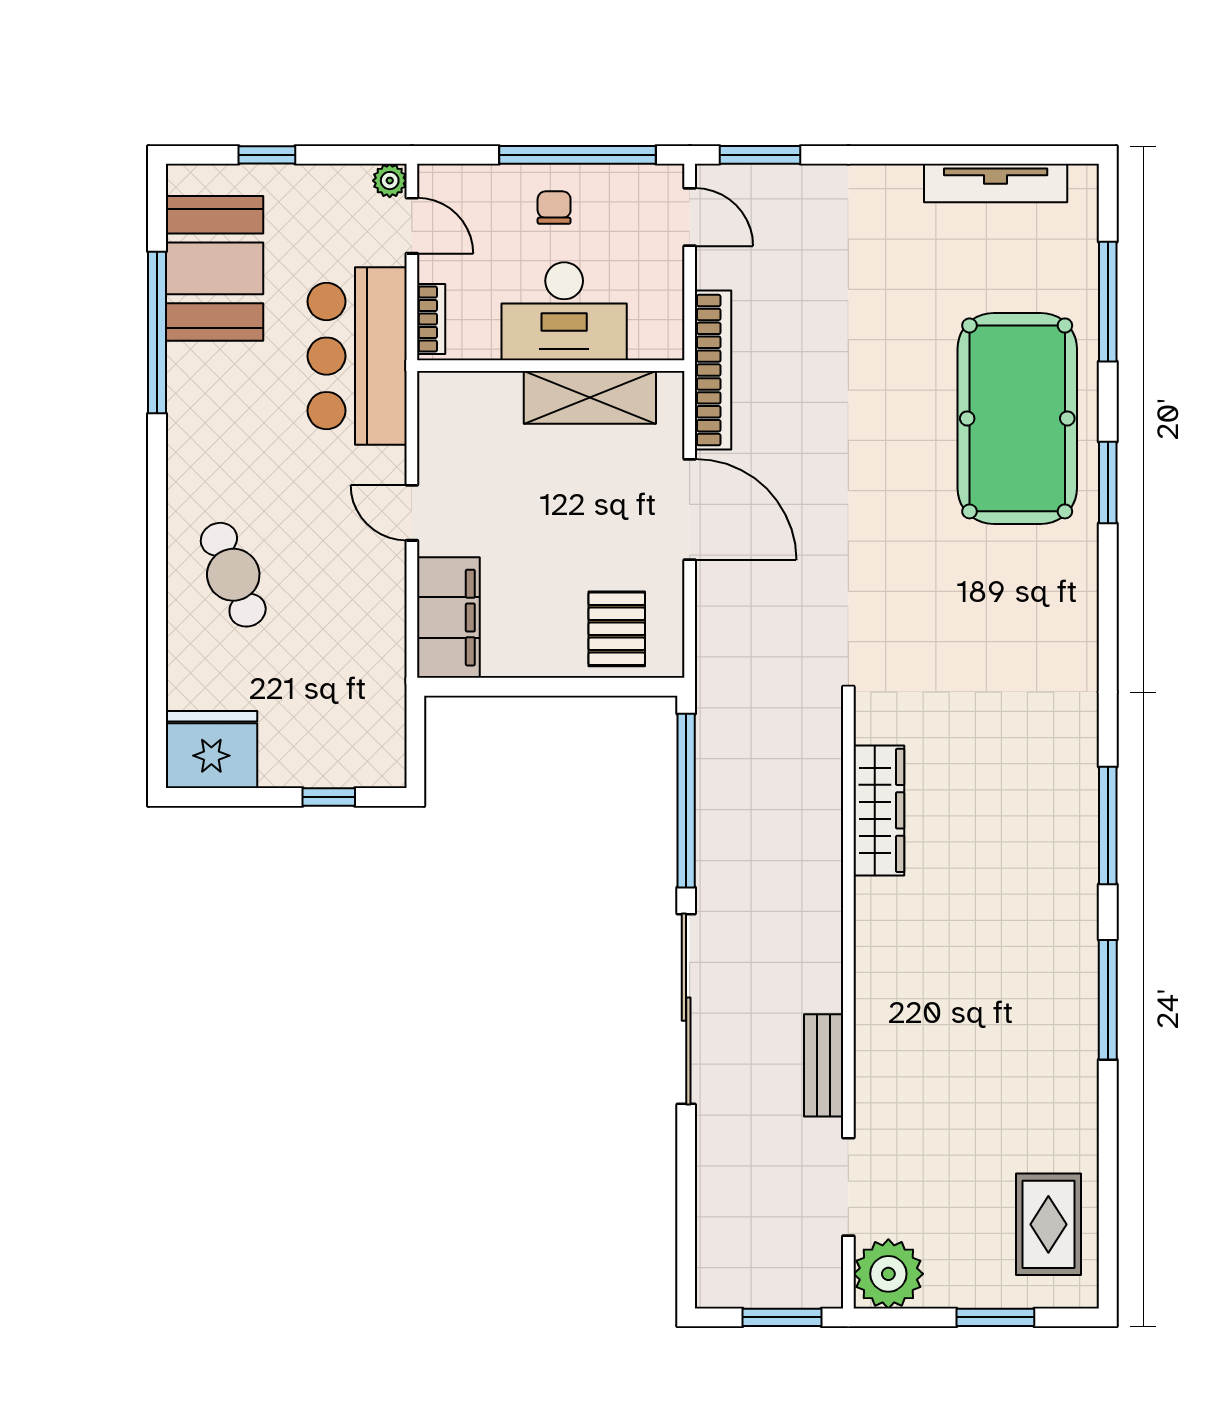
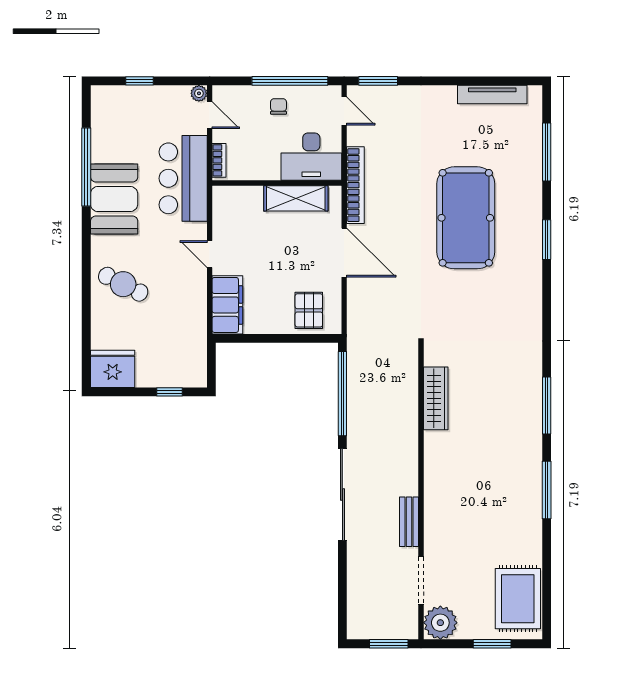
booth: (214, 268) -> (114, 199), moved
desk: (564, 311) -> (311, 157), moved
pool table: (1017, 418) -> (466, 218), moved
cafe table: (233, 575) -> (123, 284), turned -41
rug: (1048, 1224) -> (518, 599), width x1.36, depth x1.43

